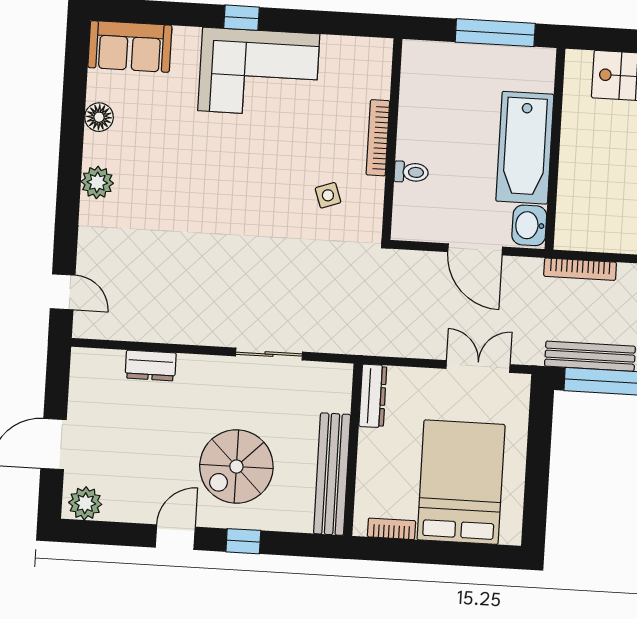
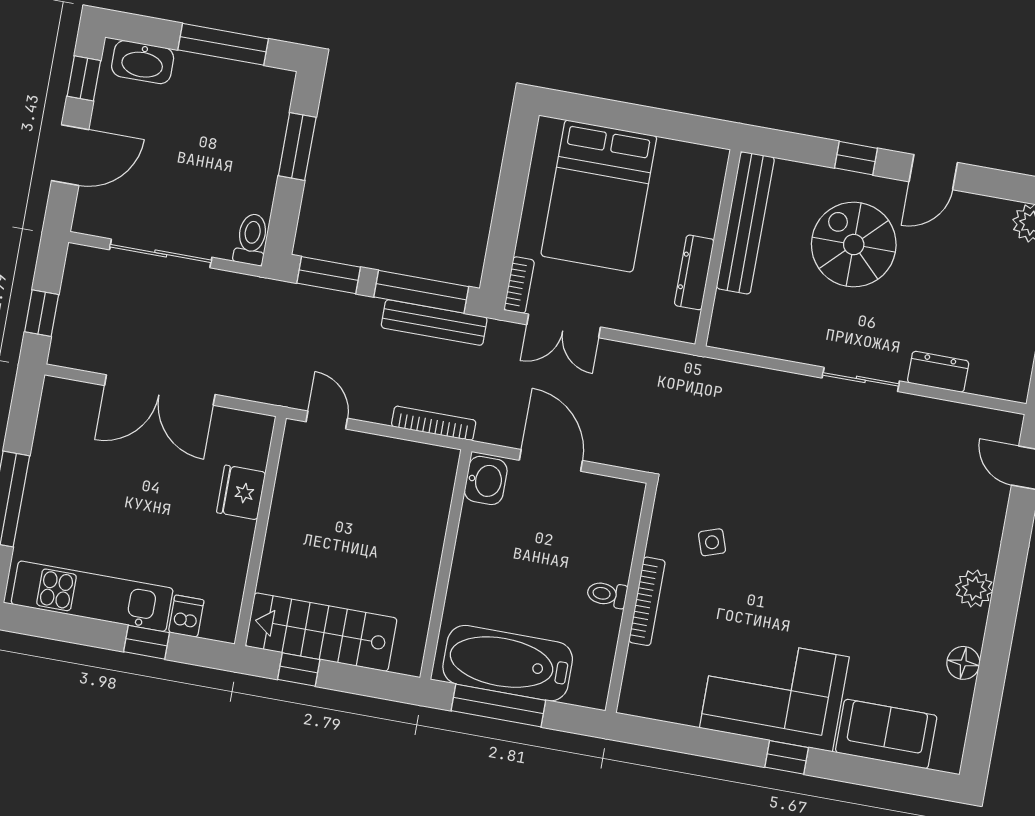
sofa: (130, 46) -> (886, 734), moved
bathtub: (525, 148) -> (508, 663), moved, turned -90
toilet: (411, 172) -> (607, 594), moved
sliding door: (269, 354) -> (861, 379), moved
dresser: (373, 396) -> (694, 272), moved
spiral stairs: (236, 466) -> (854, 245), turned -90
bookcase: (391, 529) -> (519, 285), moved, turned -90

